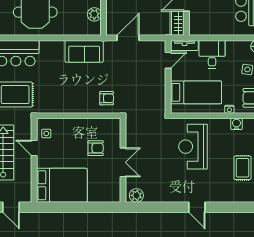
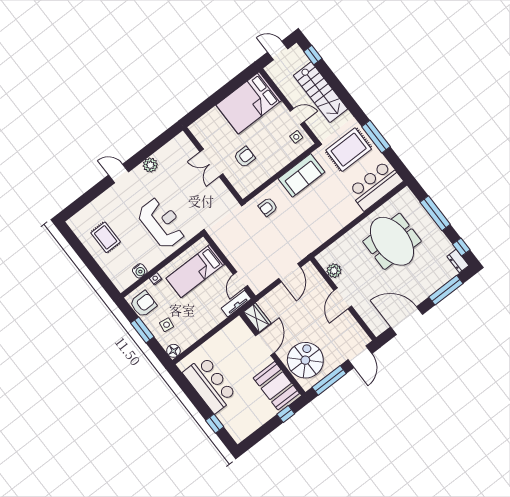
sofa: (84, 51) -> (301, 175), moved, turned 180
desk: (212, 54) -> (207, 314), removed
armchair: (96, 148) -> (244, 157), turned 180
plant: (136, 195) -> (150, 165), moved

